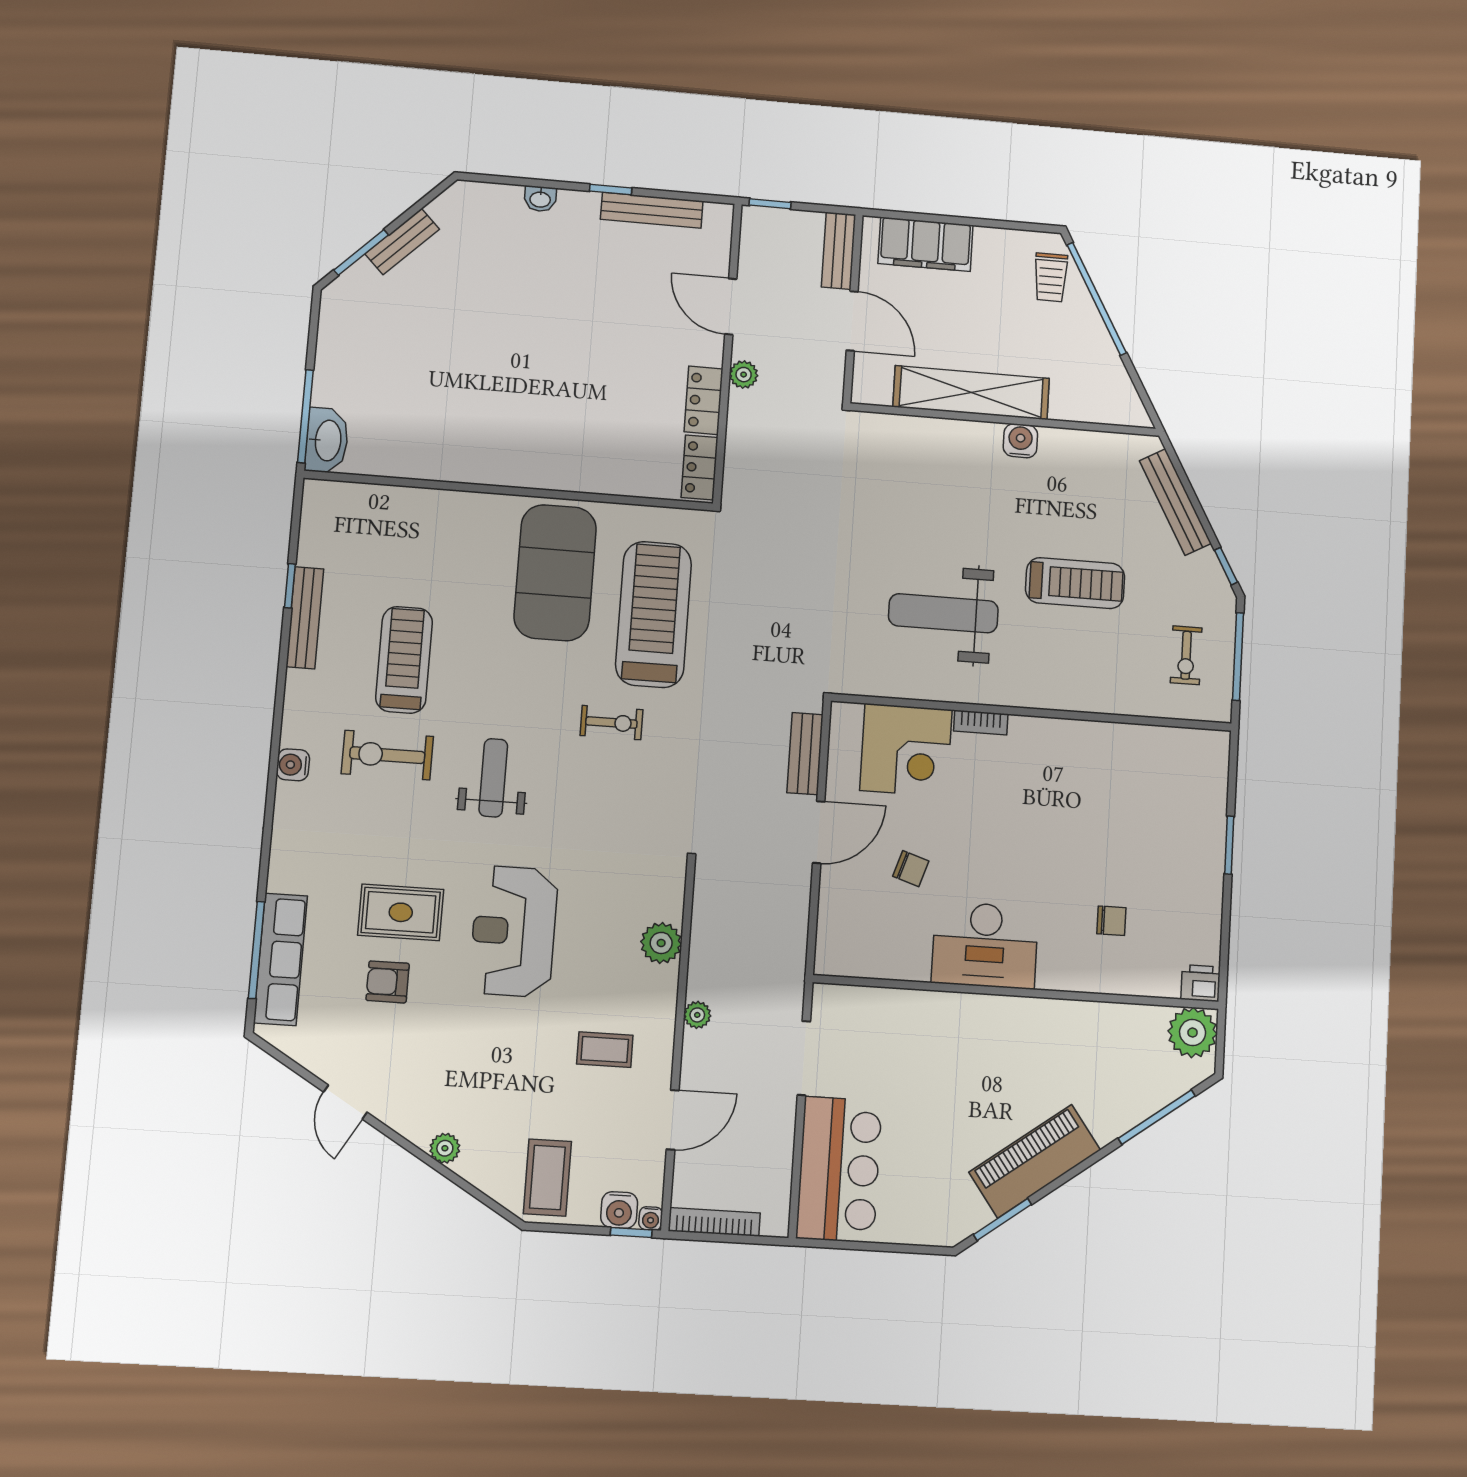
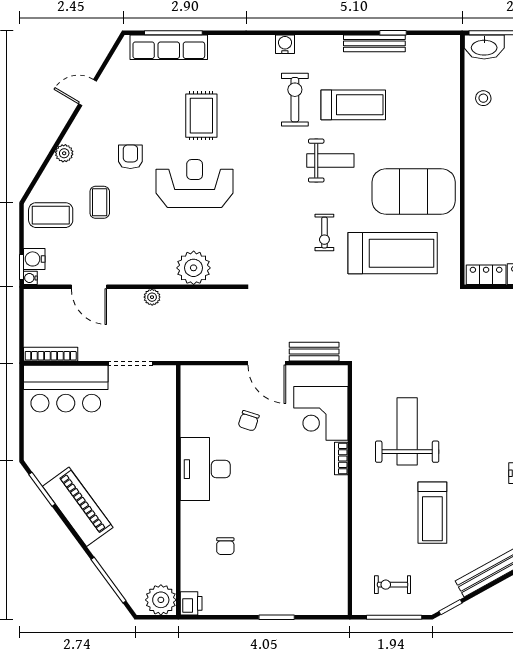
stool: (411, 449) -> (483, 98), added
weight bench: (493, 778) -> (330, 161), moved
plant: (661, 943) -> (194, 268), width x1.36, depth x1.36
armchair: (388, 982) -> (130, 157), moved
coffee table: (605, 1050) -> (100, 202), moved
bookcase: (714, 1222) -> (51, 354), moved, turned -90

